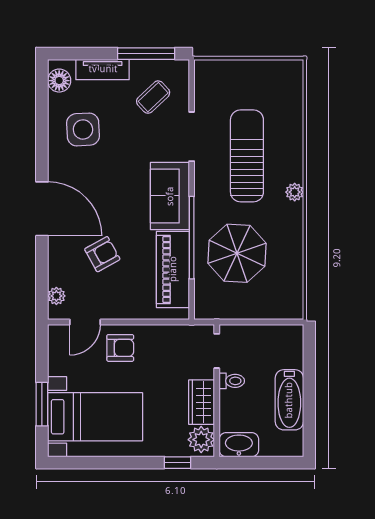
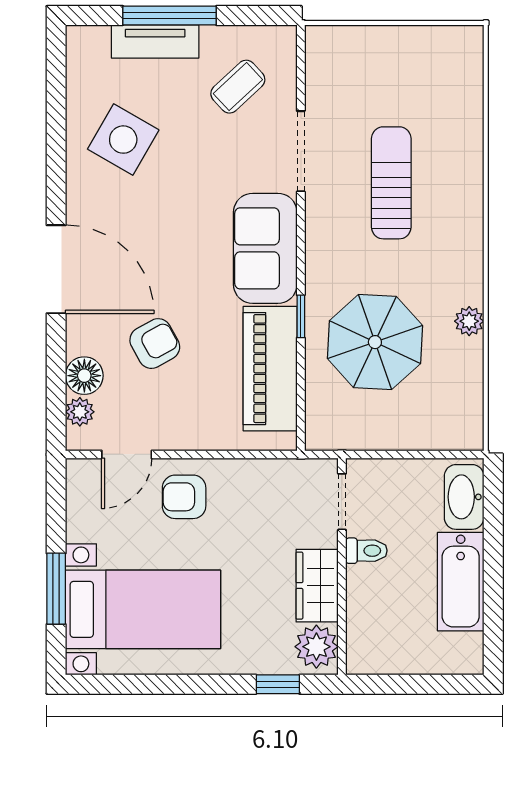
window: (146, 54) -> (170, 15), moved
floor lamp: (59, 81) -> (84, 376), moved
side table: (83, 129) -> (123, 140), turned 33
sun lounger: (247, 156) -> (391, 183), width x0.73, depth x0.75
plant: (295, 192) -> (469, 321), moved
window: (192, 238) -> (301, 316), width x0.32
armchair: (120, 348) -> (184, 497), turned 180
washbasin: (239, 445) -> (464, 497), moved, turned -90

